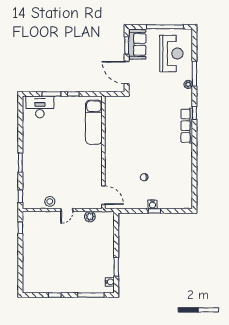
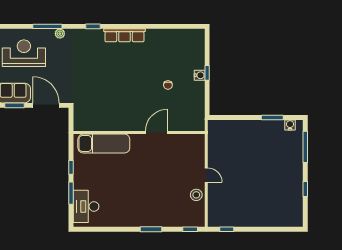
door: (127, 73) -> (46, 105), swing flipped
row of seats: (187, 126) -> (125, 35), moved
door: (103, 195) -> (156, 132), moved
plant: (90, 217) -> (214, 148), removed

